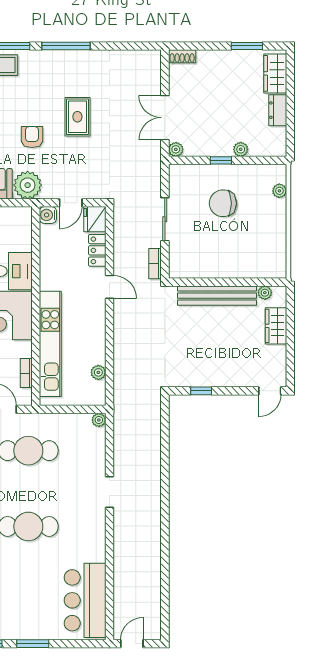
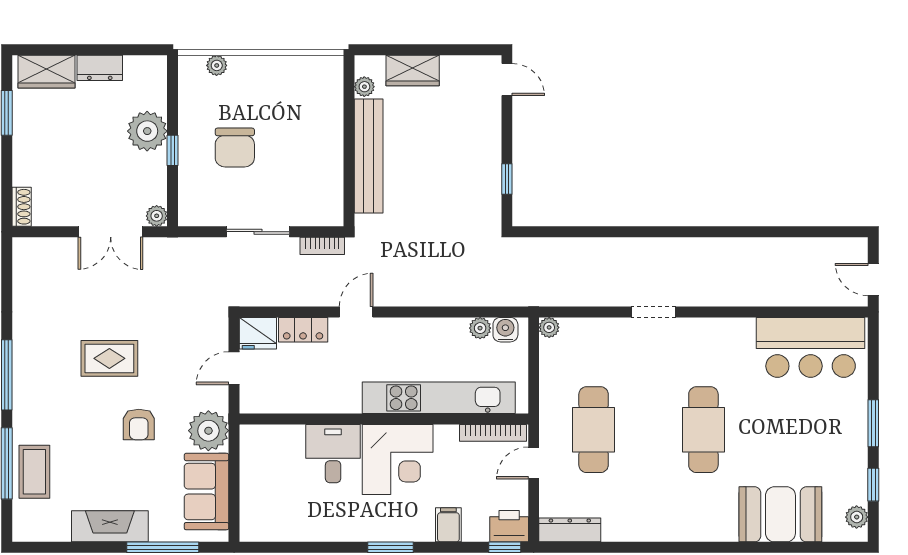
armchair: (32, 137) -> (139, 424), turned -90
plant: (241, 149) -> (147, 131), width x1.87, depth x1.87
door: (71, 203) -> (234, 368), swing flipped
water cooler: (48, 215) -> (505, 330), moved, turned 180
bookcase: (26, 373) -> (493, 433), width x1.56

